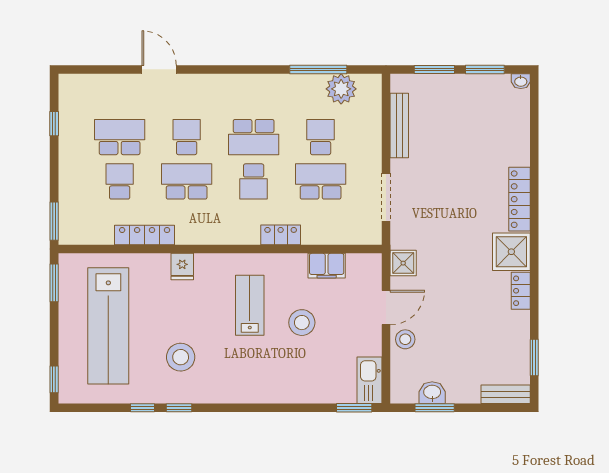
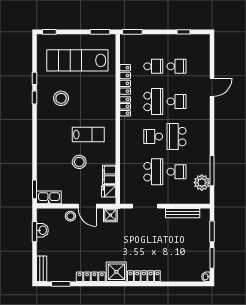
school desk: (120, 137) -> (177, 66), width x0.54
locker: (281, 235) -> (125, 106), moved
fridge: (182, 266) -> (109, 191), moved
locker: (521, 291) -> (91, 277), width x1.53

